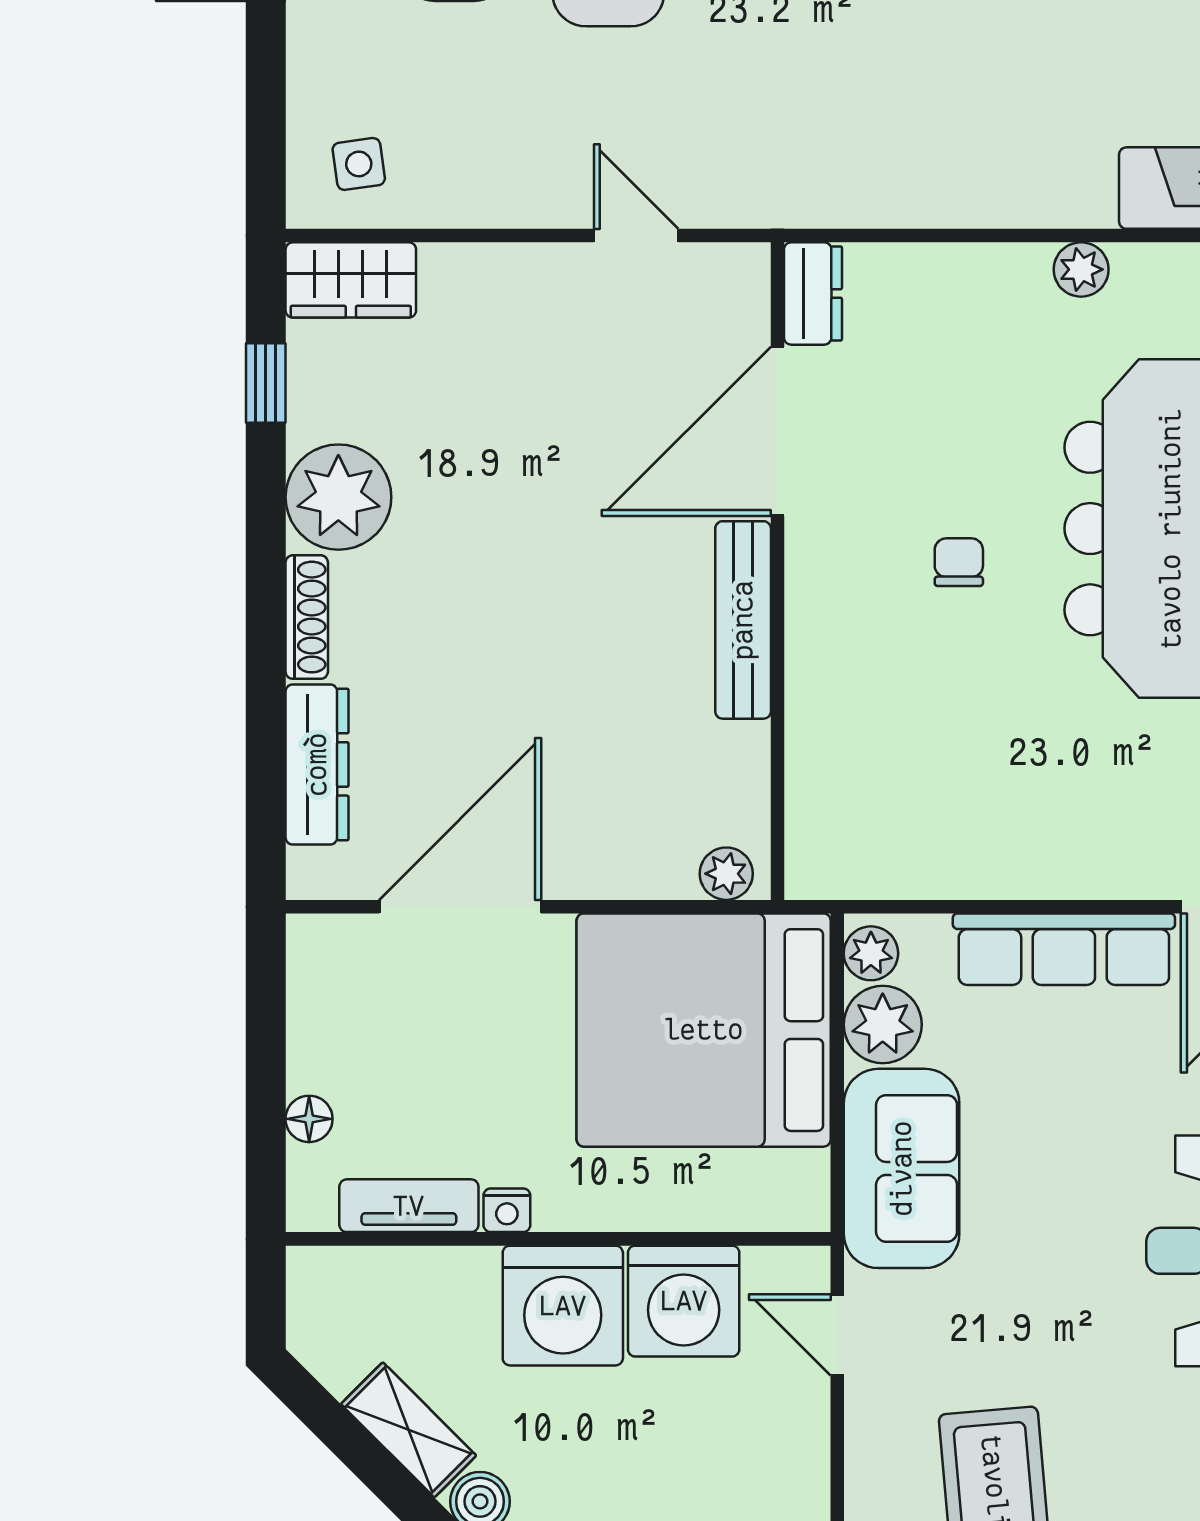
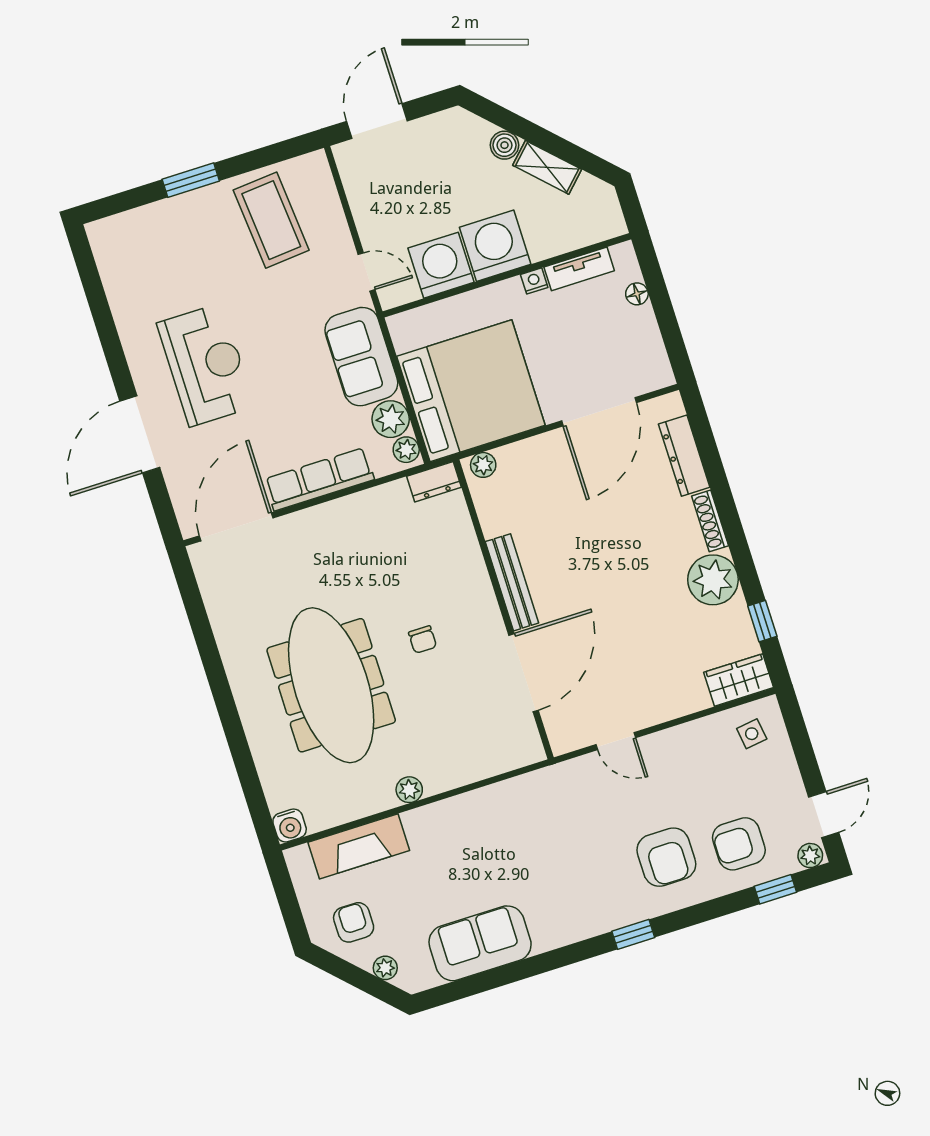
dresser: (813, 293) -> (434, 482), moved, turned -90

